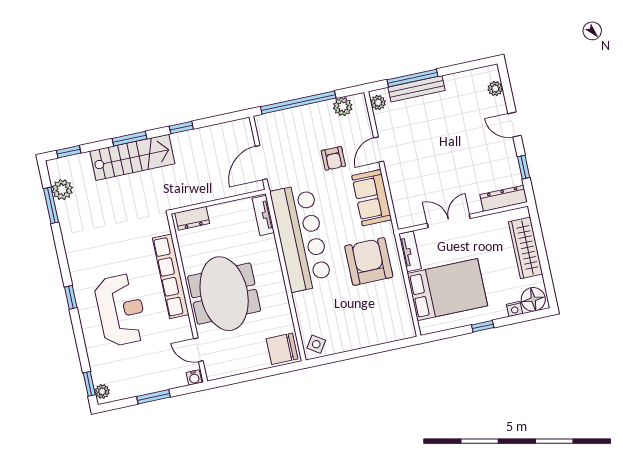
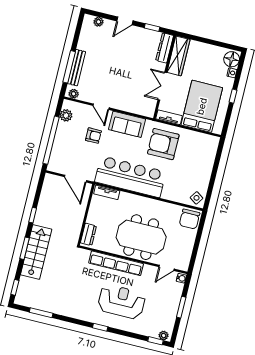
plant: (62, 190) -> (35, 302), removed
wardrobe: (526, 248) -> (178, 56), moved, turned -90

